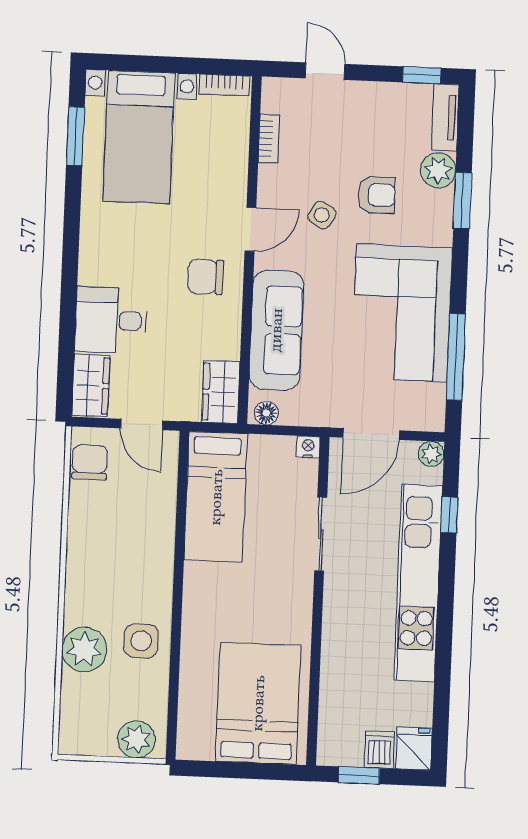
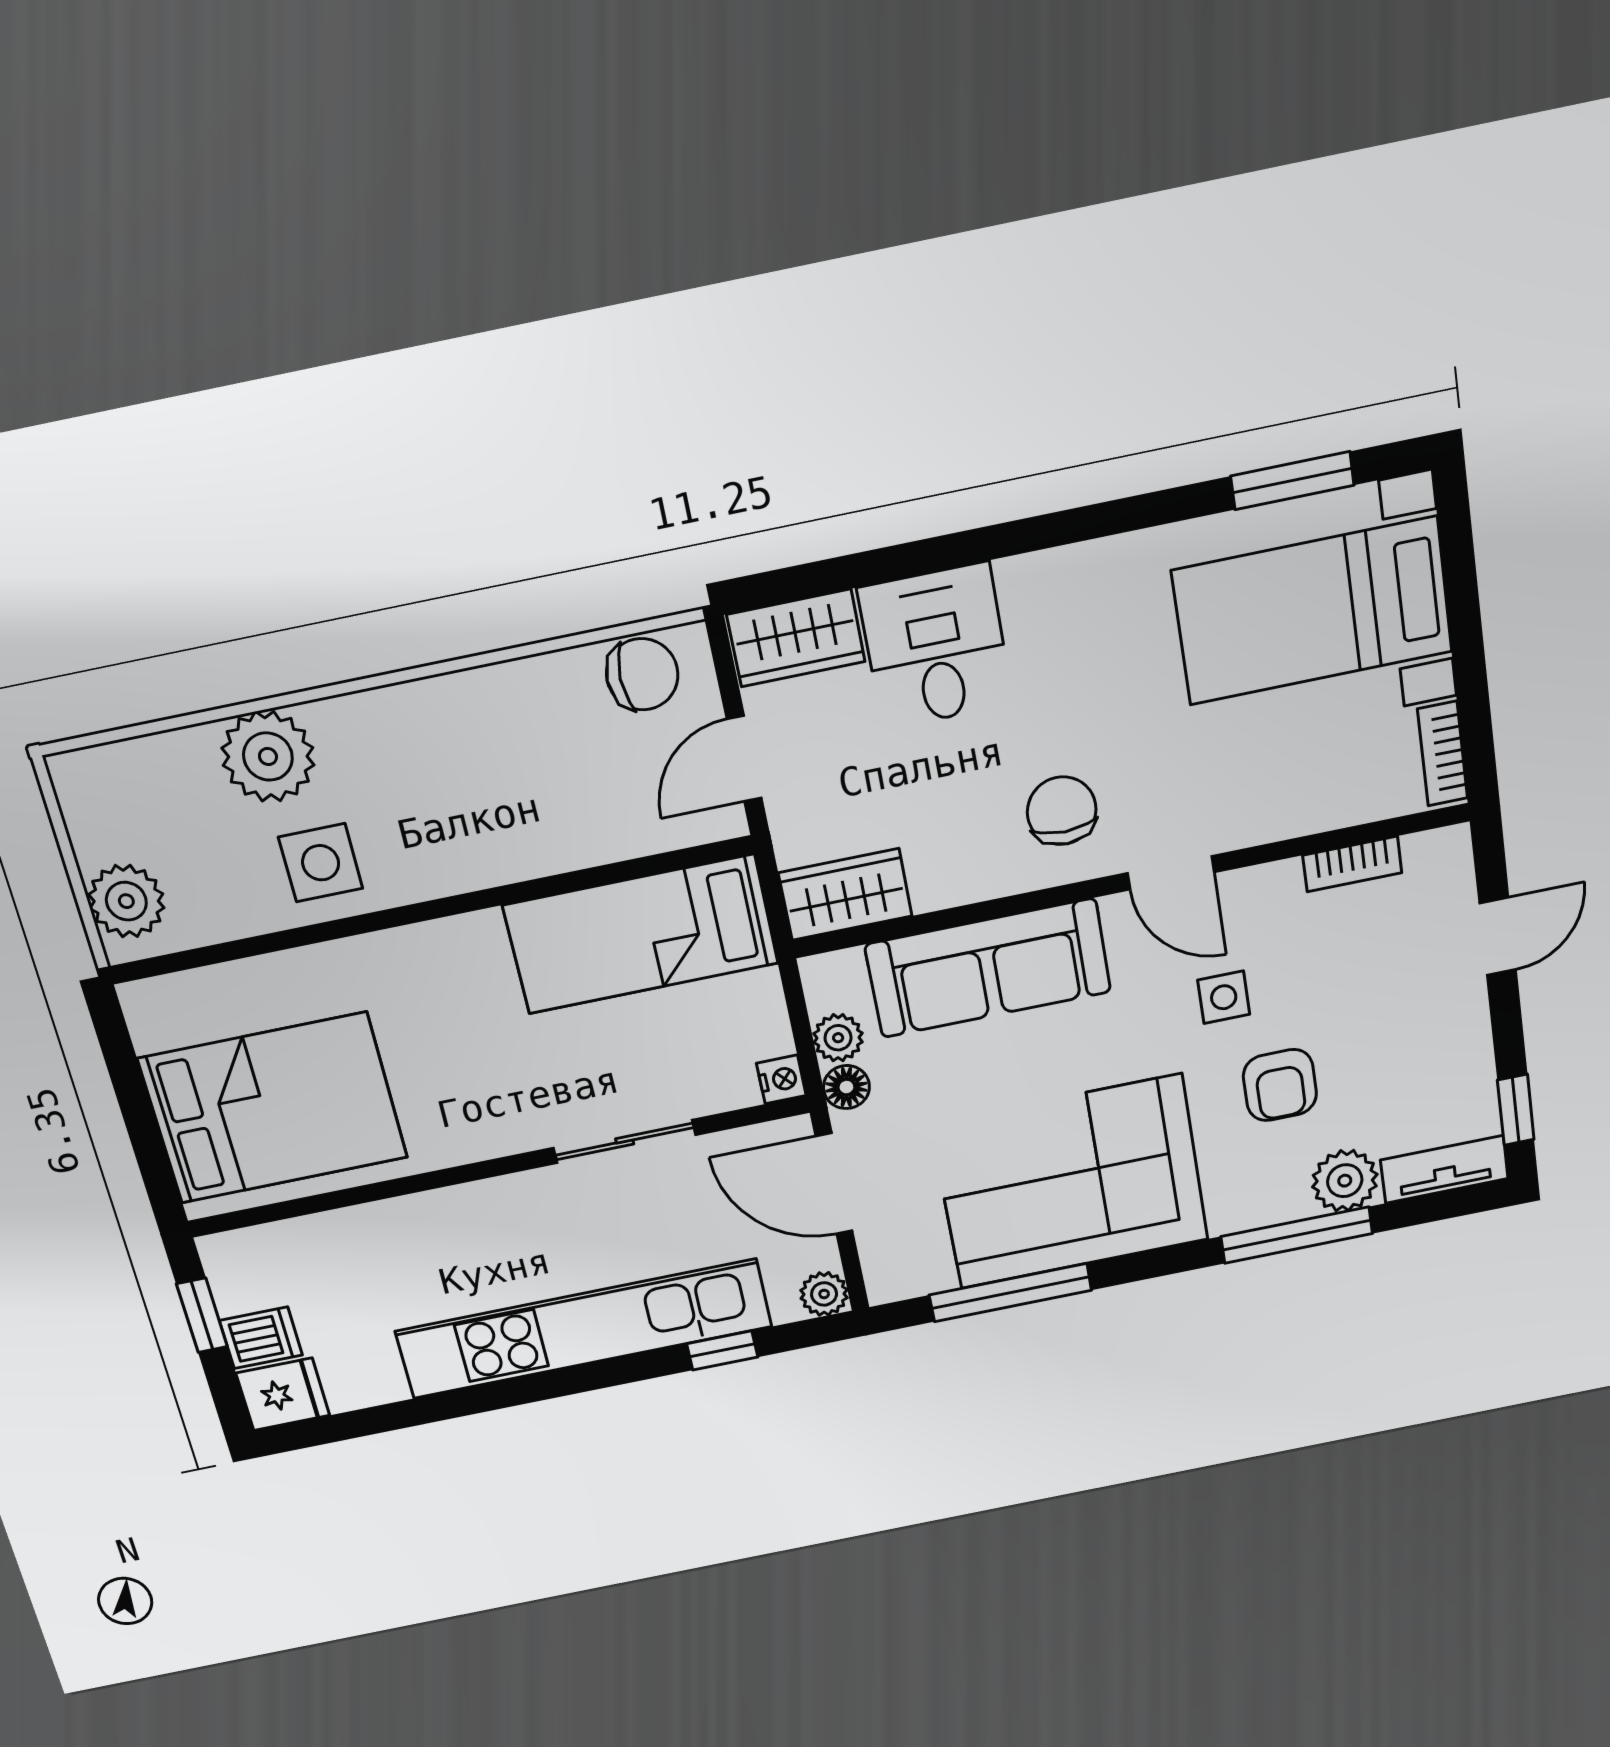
window: (462, 201) -> (1297, 1235), width x1.44
side table: (322, 215) -> (1224, 997), turned -30
floor lamp: (266, 413) -> (846, 1087), moved
plant: (293, 413) -> (838, 1038), added

